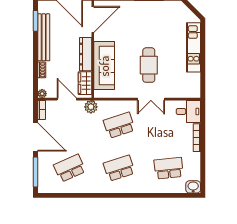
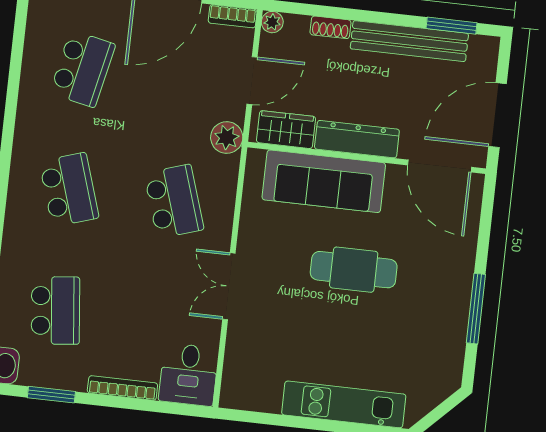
cafe table: (149, 65) -> (354, 270), moved
window: (203, 166) -> (51, 395), added
school desk: (70, 168) -> (83, 69), turned 36

